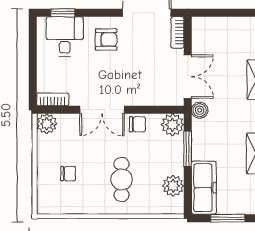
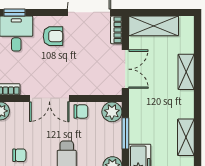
shelving: (219, 28) -> (154, 26), added
boiler: (200, 110) -> (136, 99), removed

